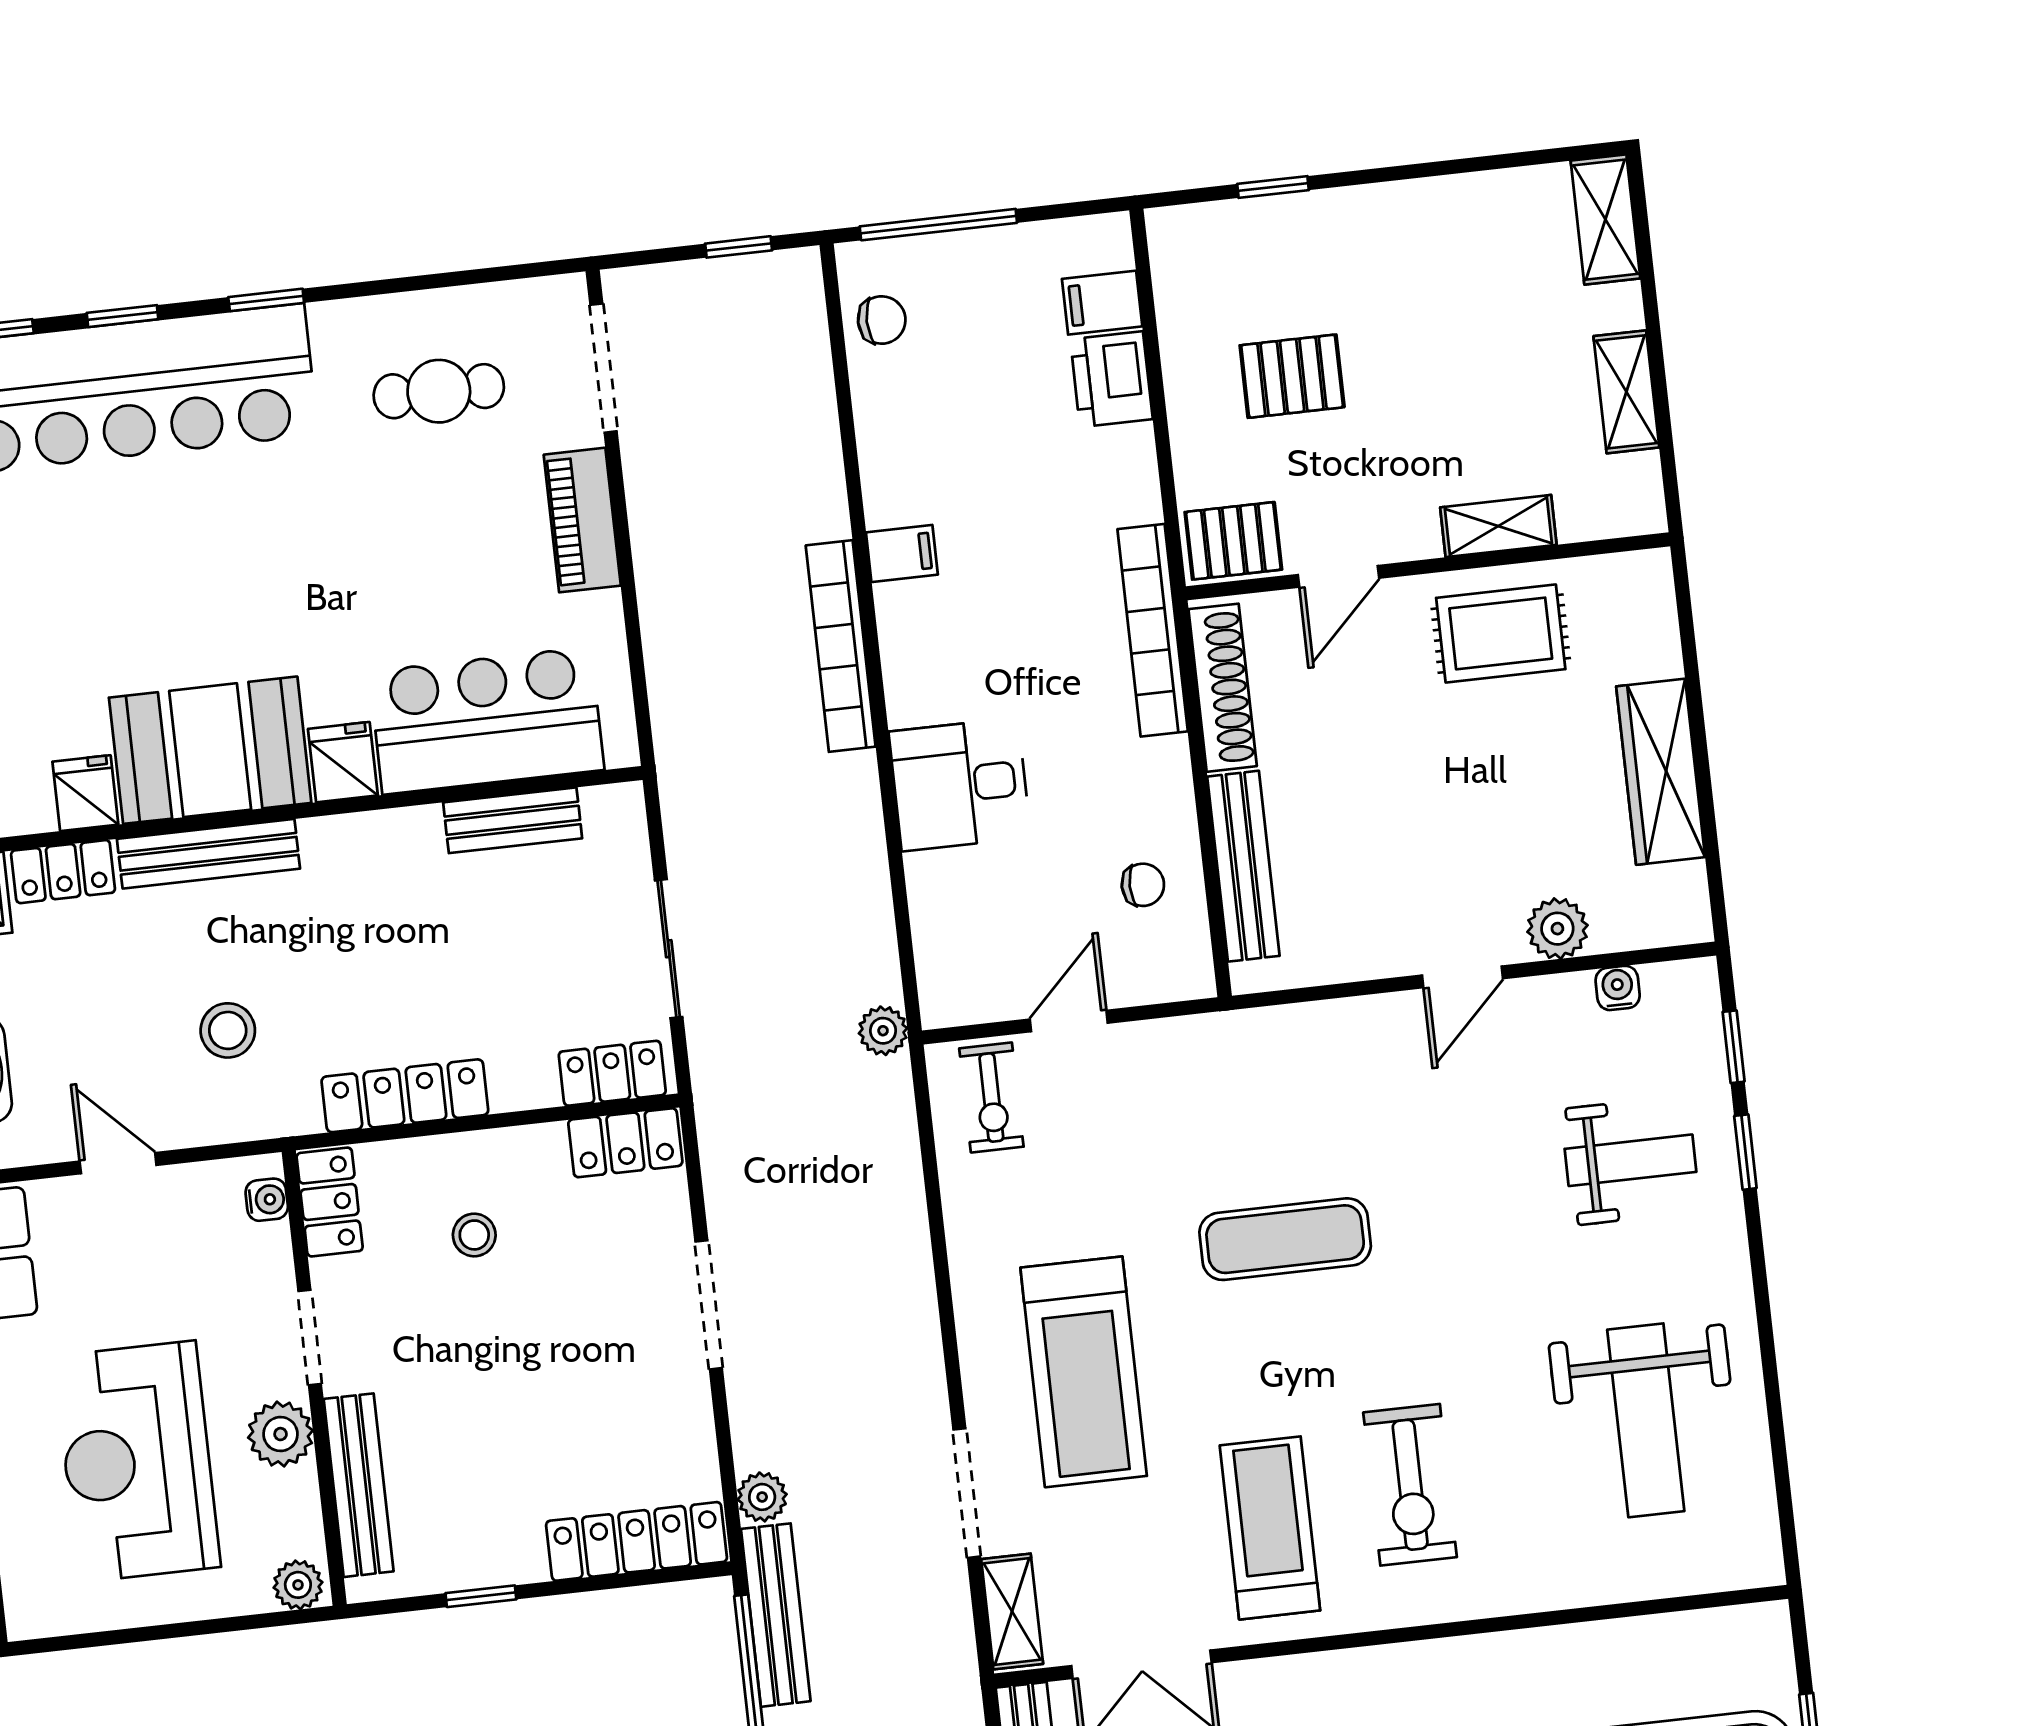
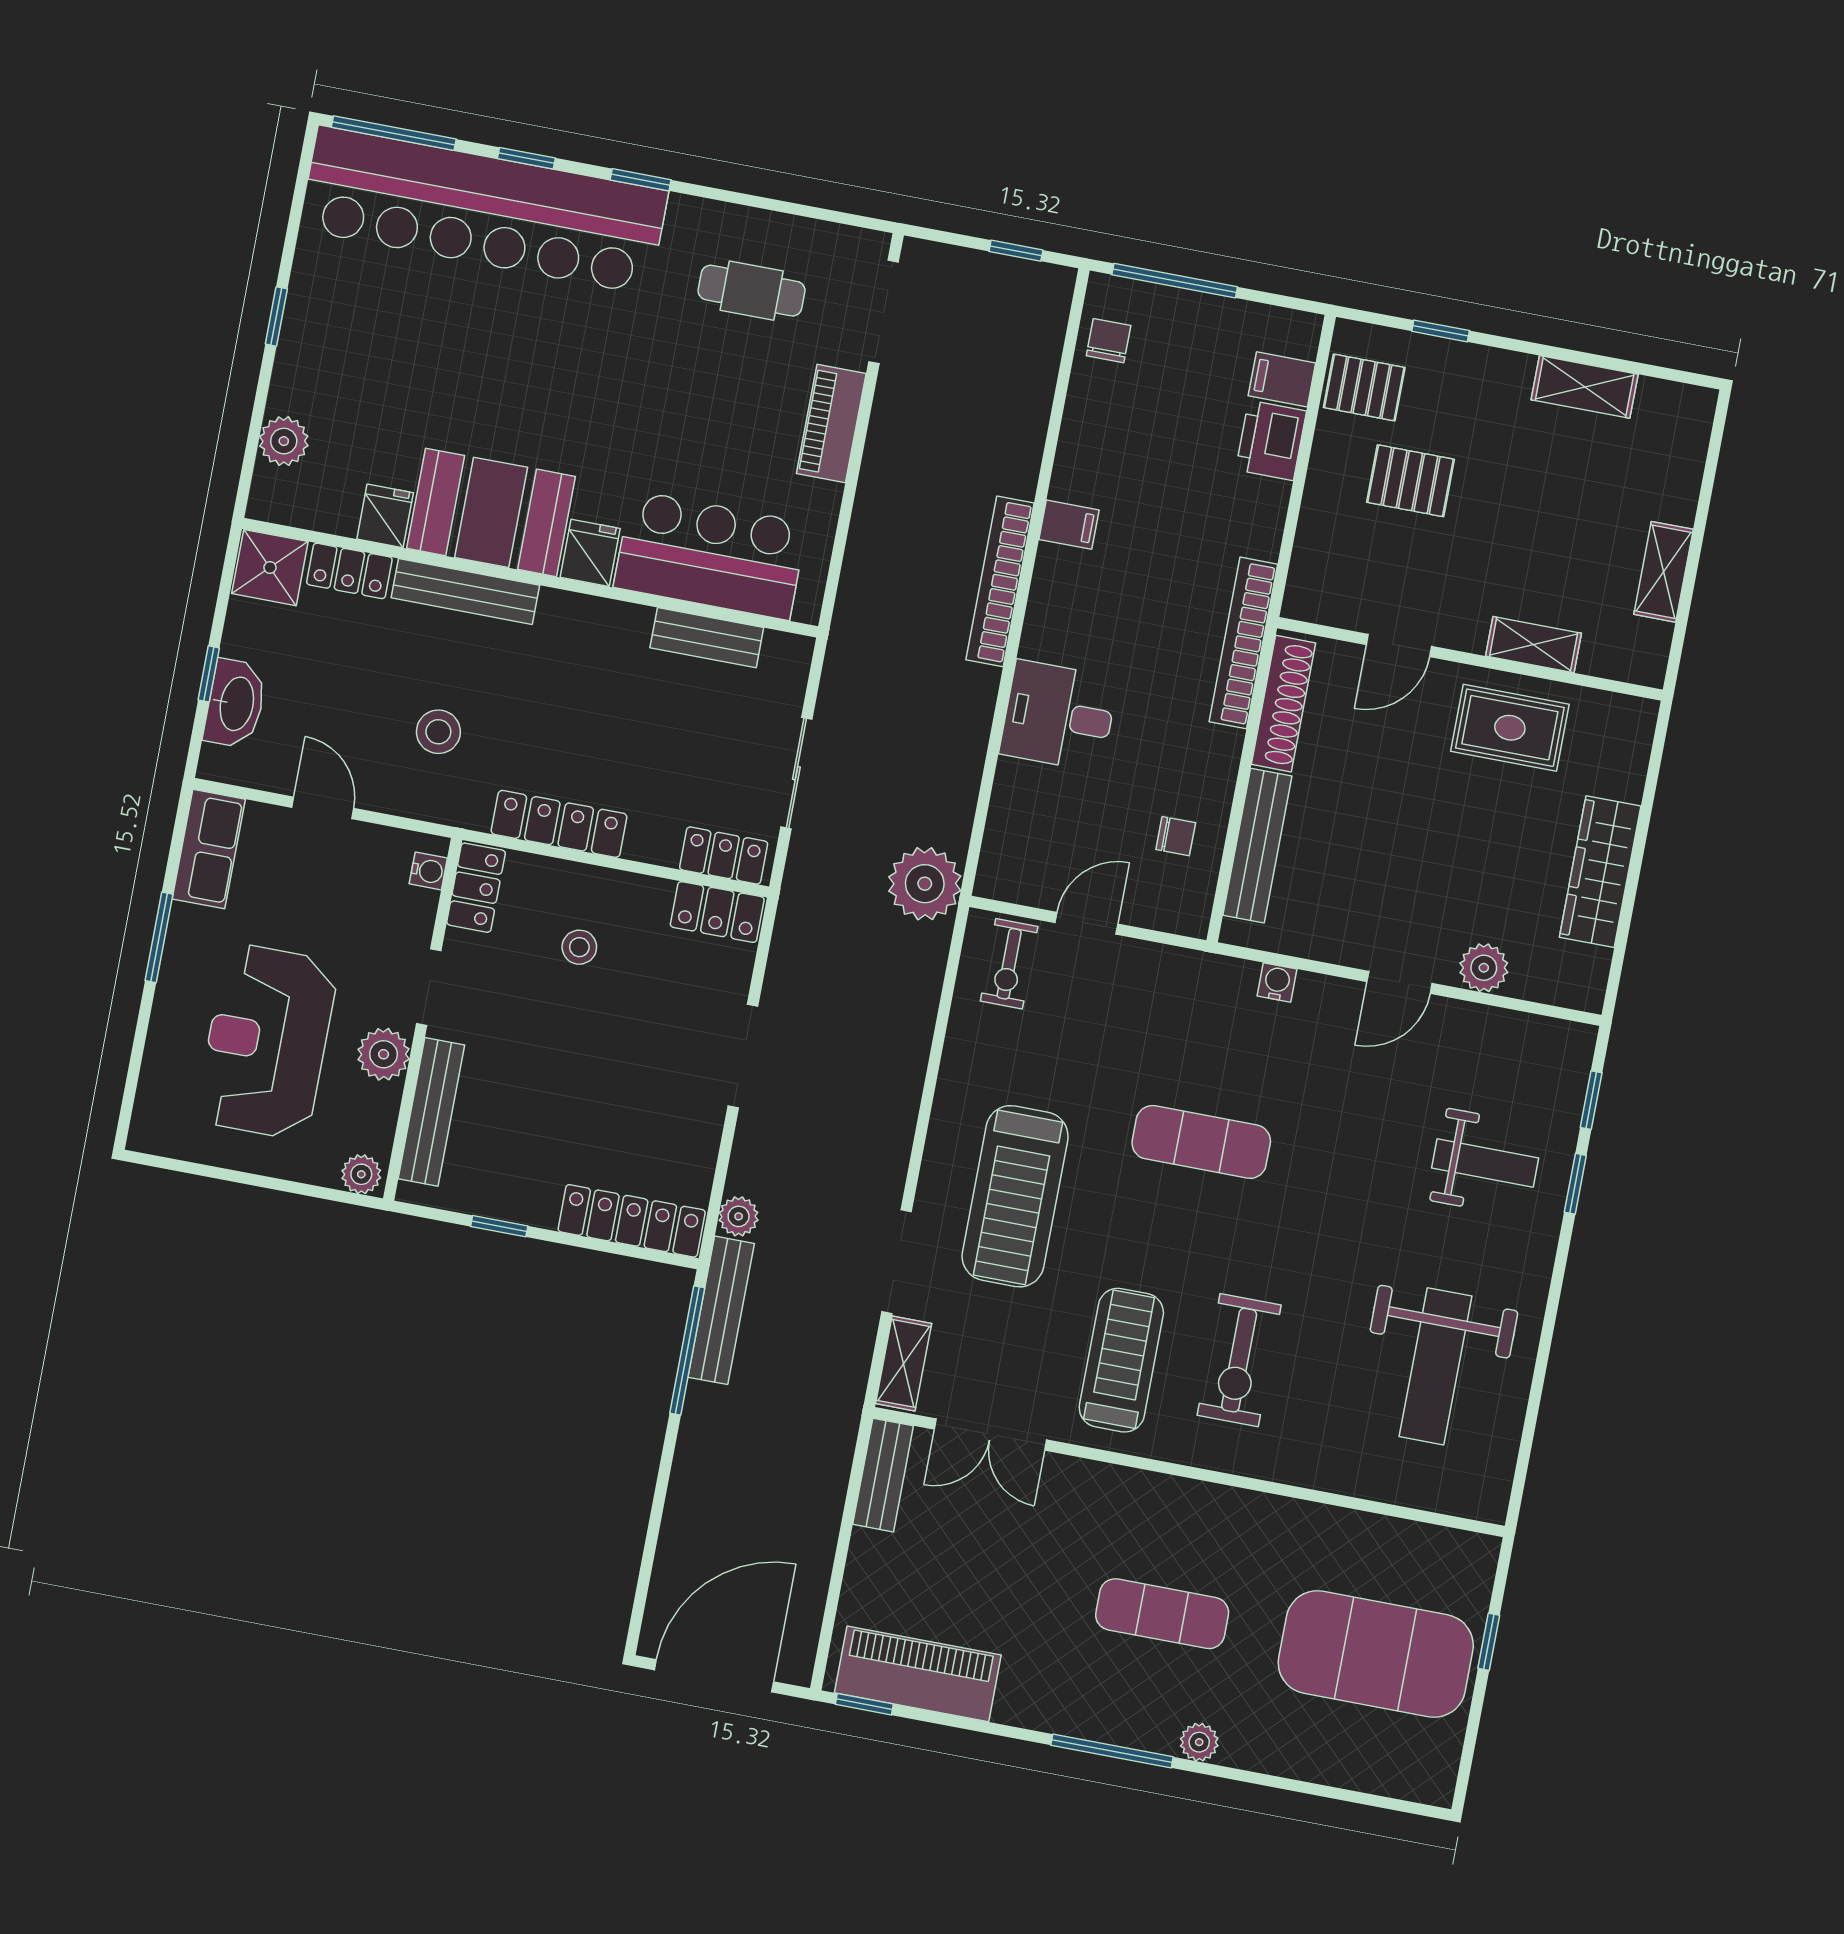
shelving: (1605, 220) -> (1585, 387), moved, turned 90
chair: (882, 320) -> (1109, 341), turned -90
pallet: (1233, 541) -> (1364, 387), moved
water cooler: (1618, 988) -> (1277, 982), moved
plant: (883, 1031) -> (925, 884), width x1.88, depth x1.88

